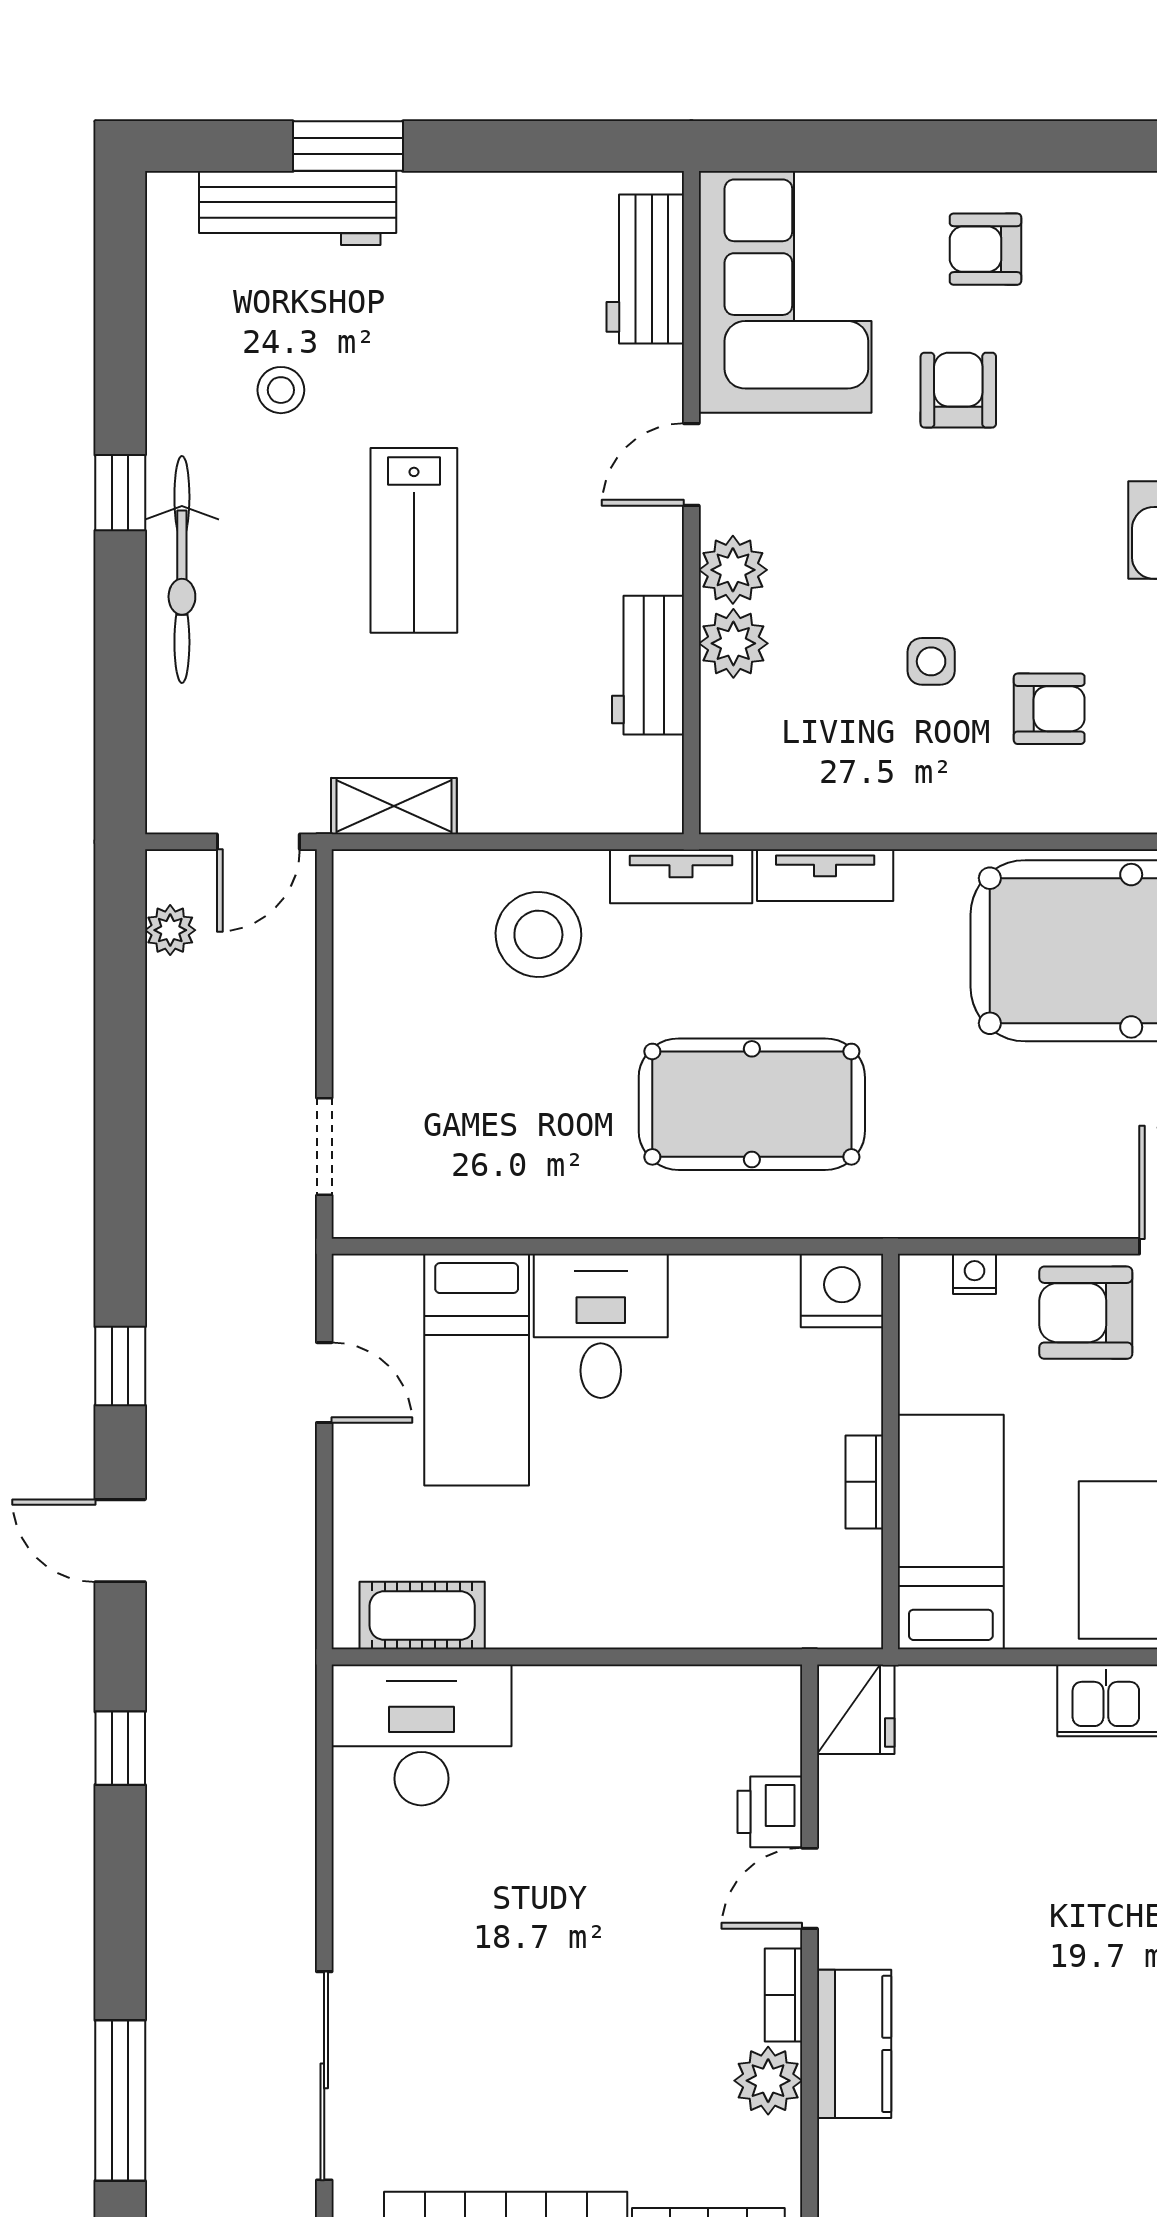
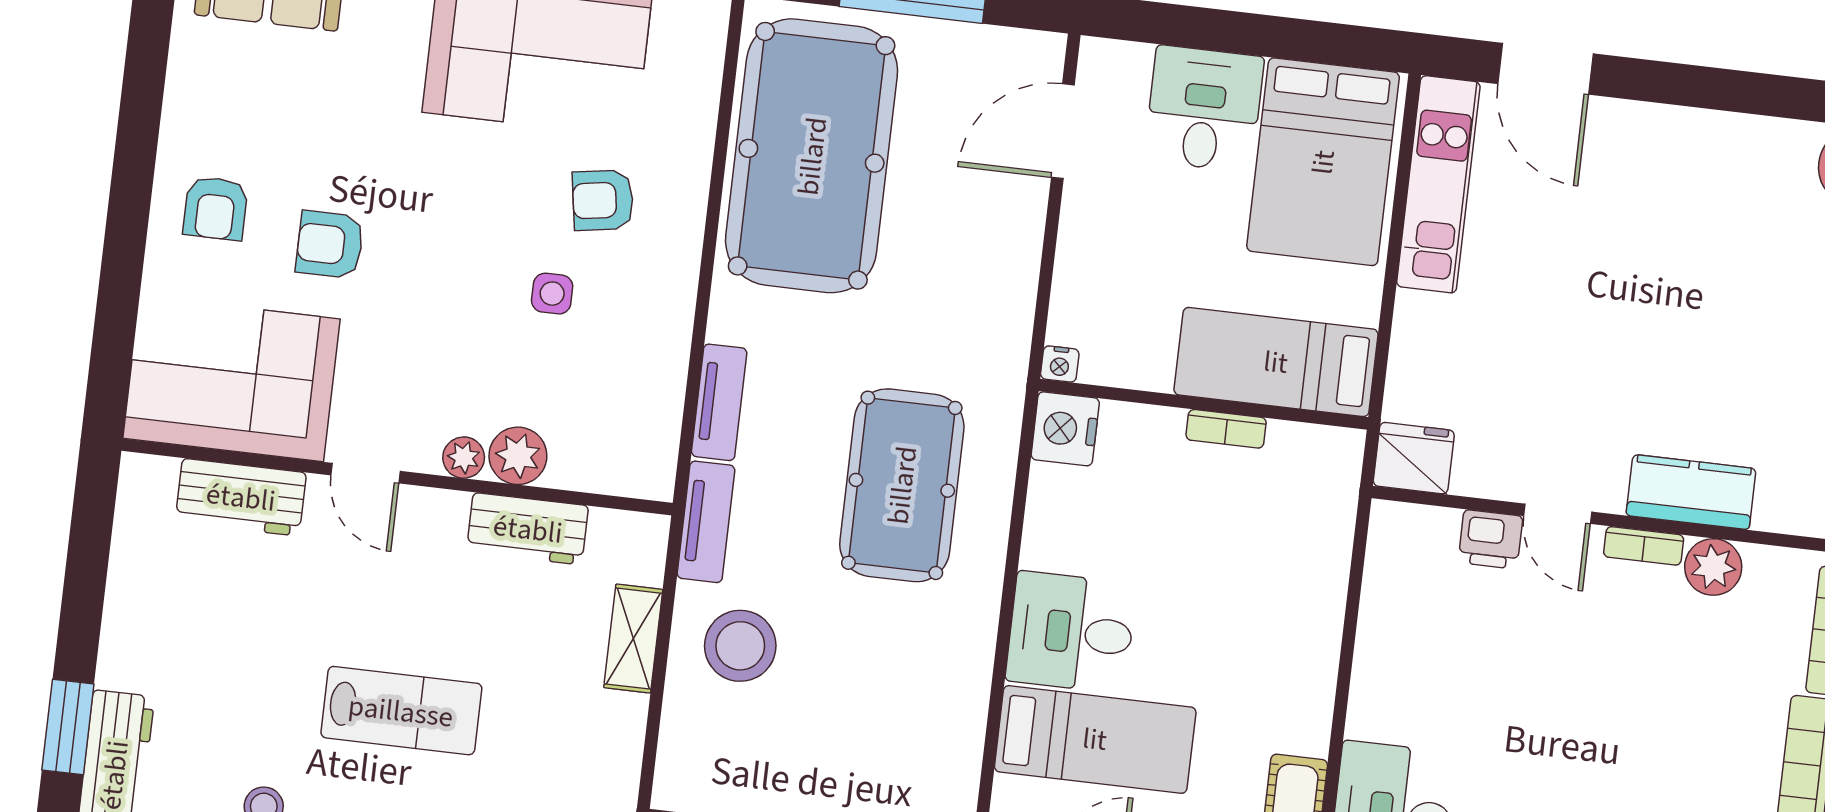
workbench: (645, 269) -> (241, 497), moved
plant: (733, 570) -> (464, 458), width x0.73, depth x0.73
armchair: (1049, 709) -> (603, 200), turned -99
shelving: (394, 806) -> (633, 639), moved
nightstand: (975, 1274) -> (1060, 364), moved, turned -90
armchair: (1086, 1313) -> (1107, 229), removed

